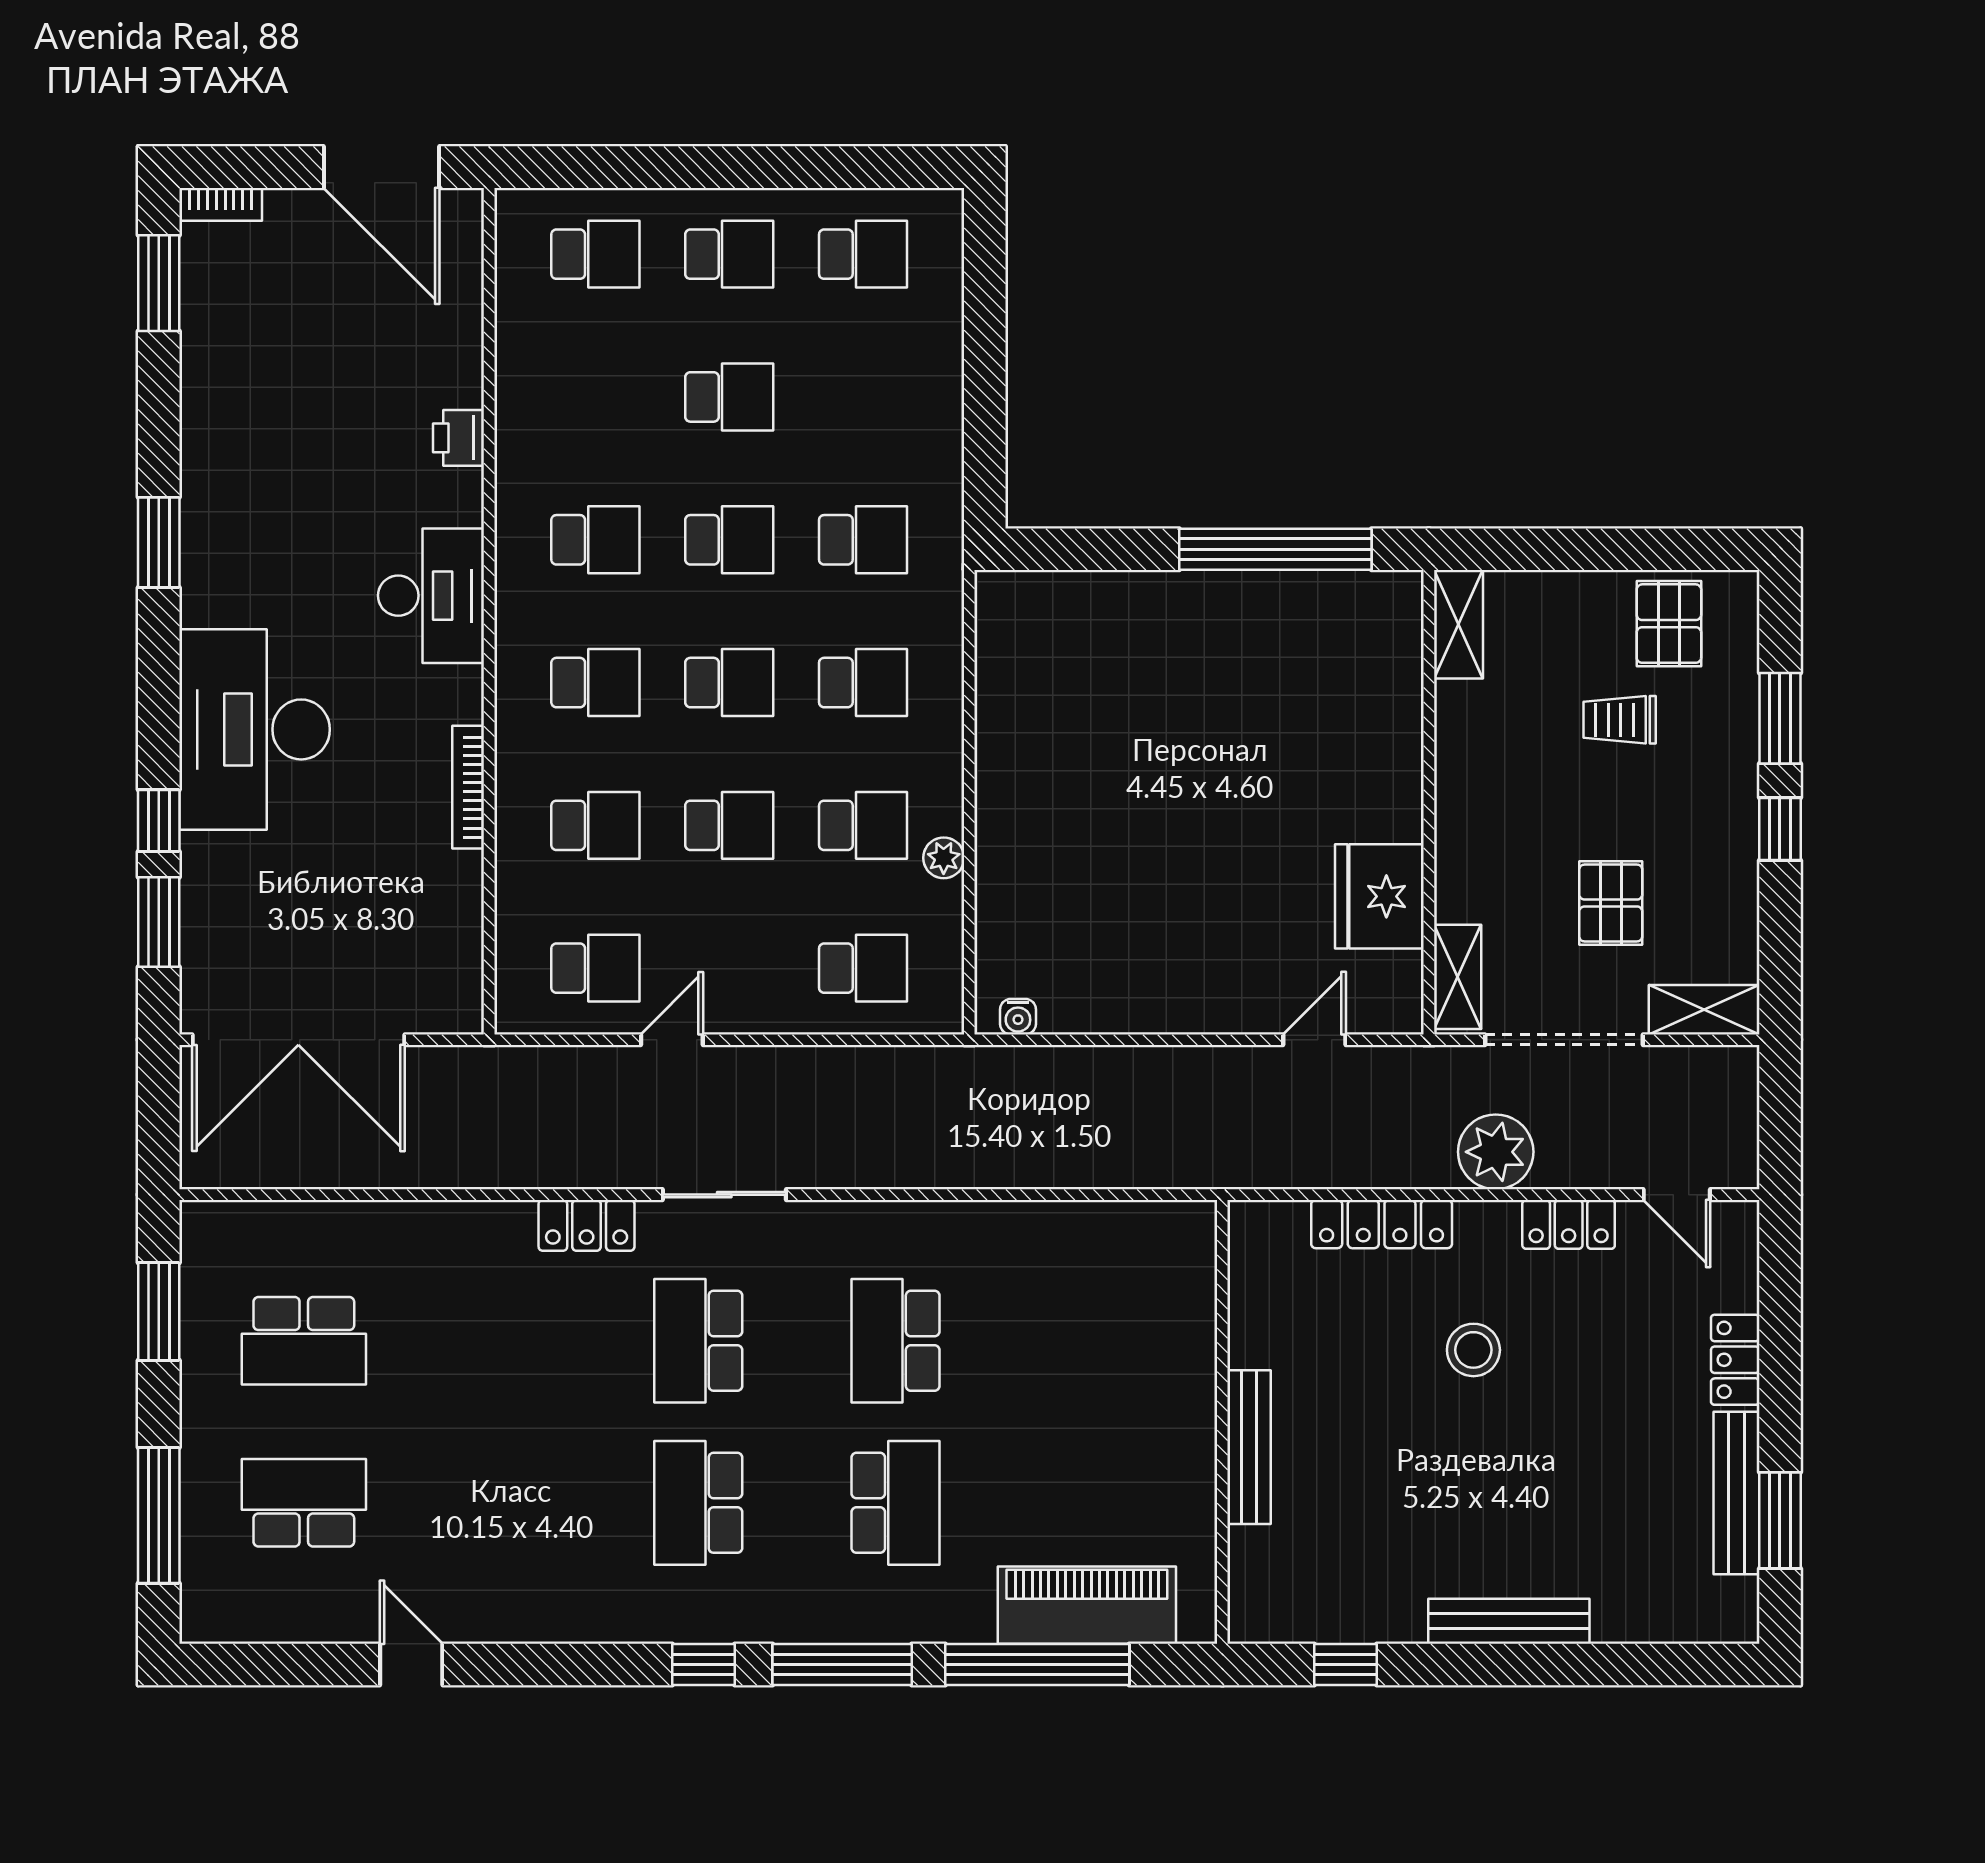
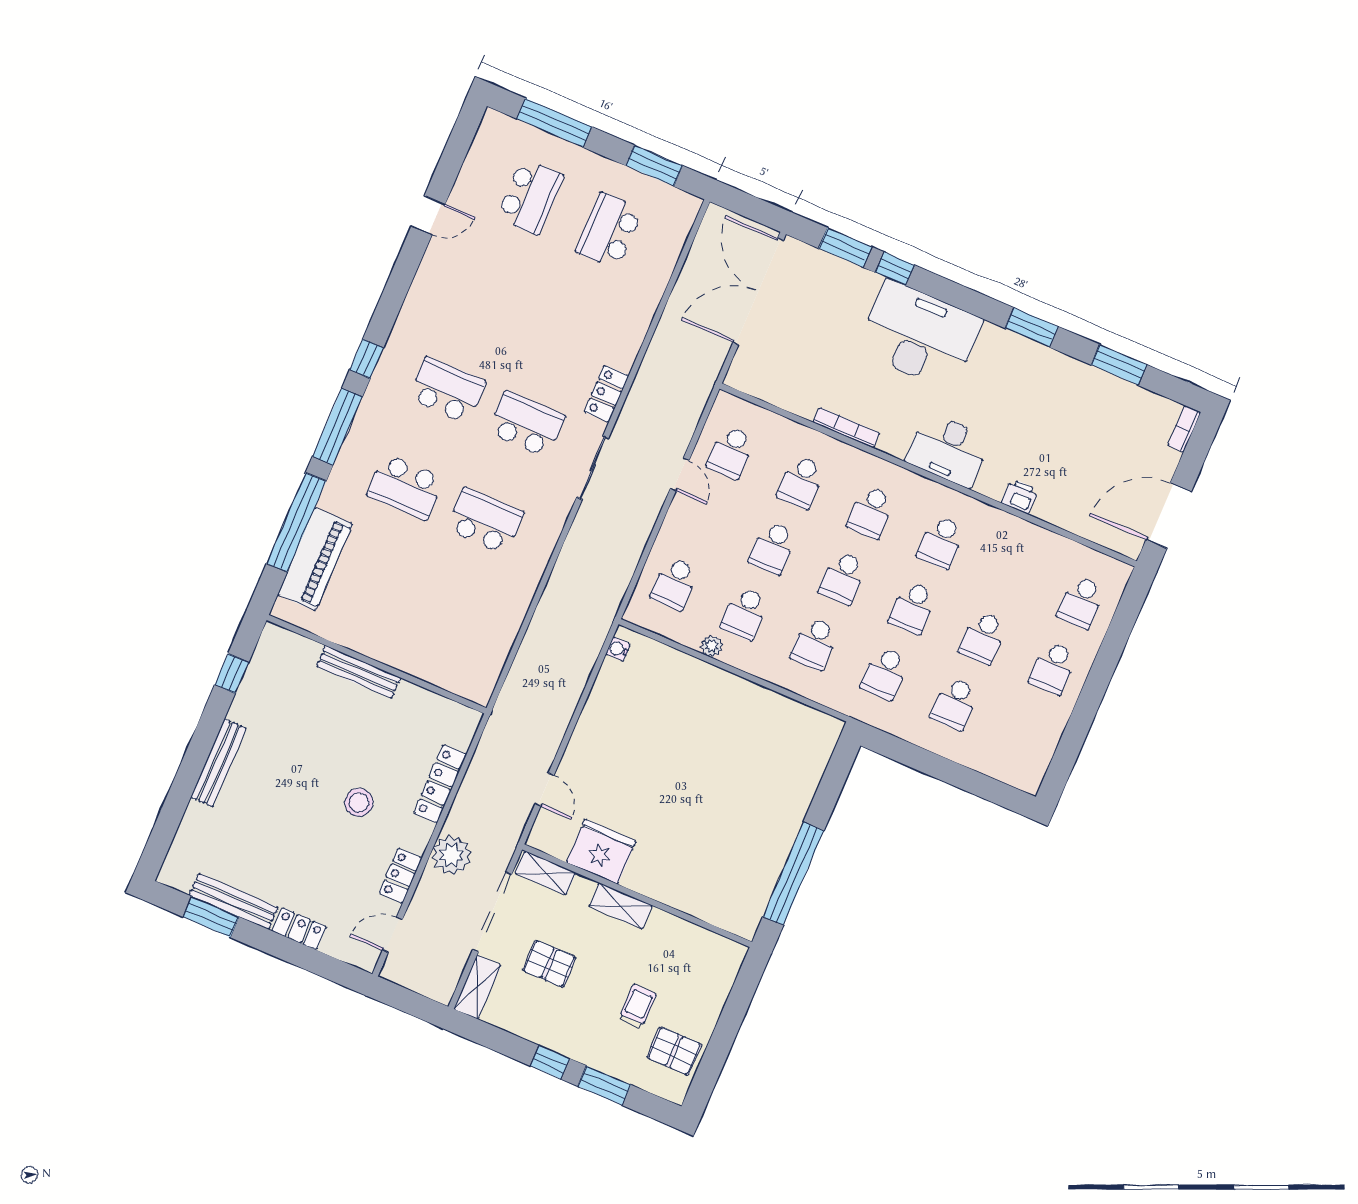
school desk: (863, 254) -> (955, 703), moved
window: (159, 283) -> (1119, 365), moved
shelving: (1458, 624) -> (621, 906), moved

